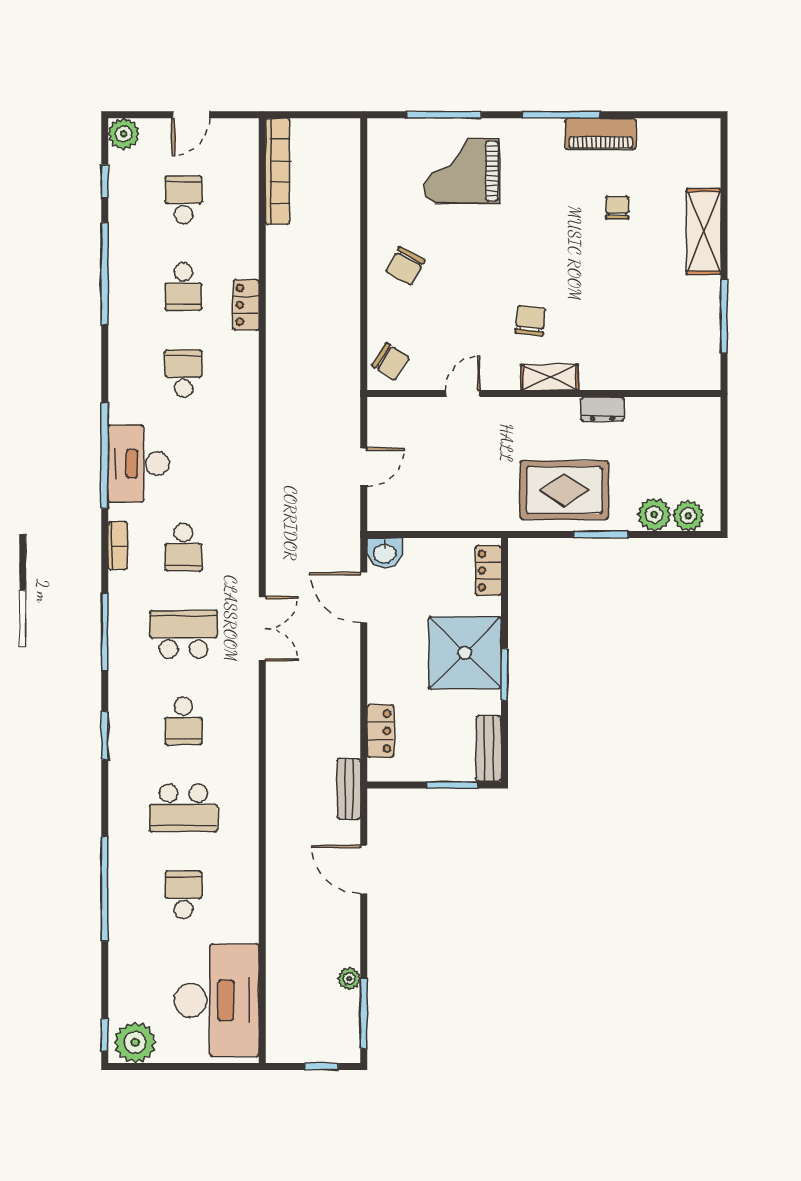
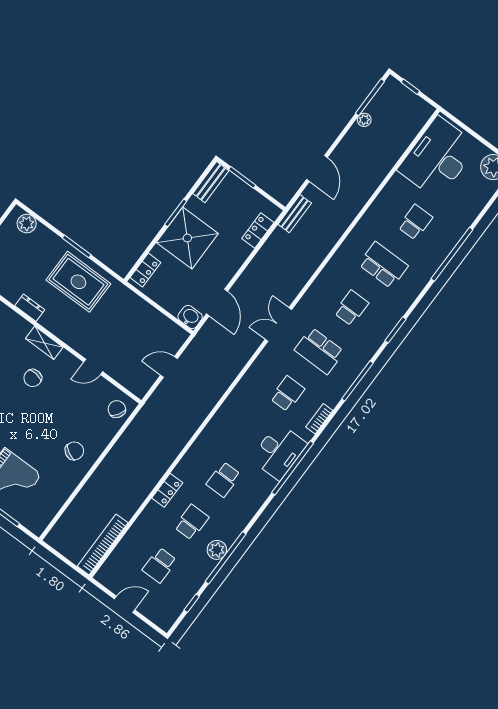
plant: (124, 134) -> (217, 550), moved
plant: (654, 515) -> (43, 237), removed
school desk: (183, 895) -> (415, 222), turned 180

